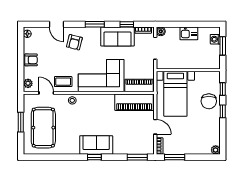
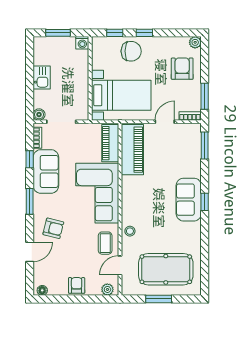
washing machine: (215, 39) -> (82, 43), moved
armchair: (196, 140) -> (182, 69), added

